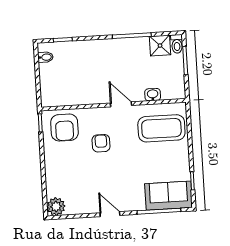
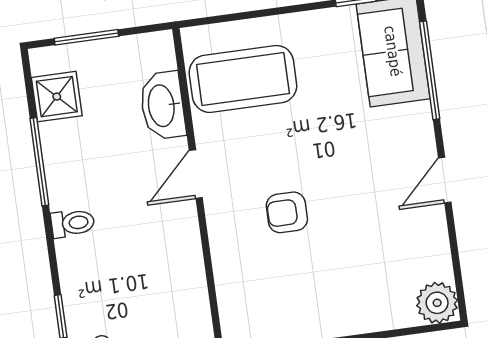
toilet: (177, 44) -> (73, 223), moved
washbasin: (153, 95) -> (162, 106), width x1.91, depth x1.45
armchair: (64, 128) -> (258, 297), removed
coffee table: (161, 128) -> (243, 79), turned 90

